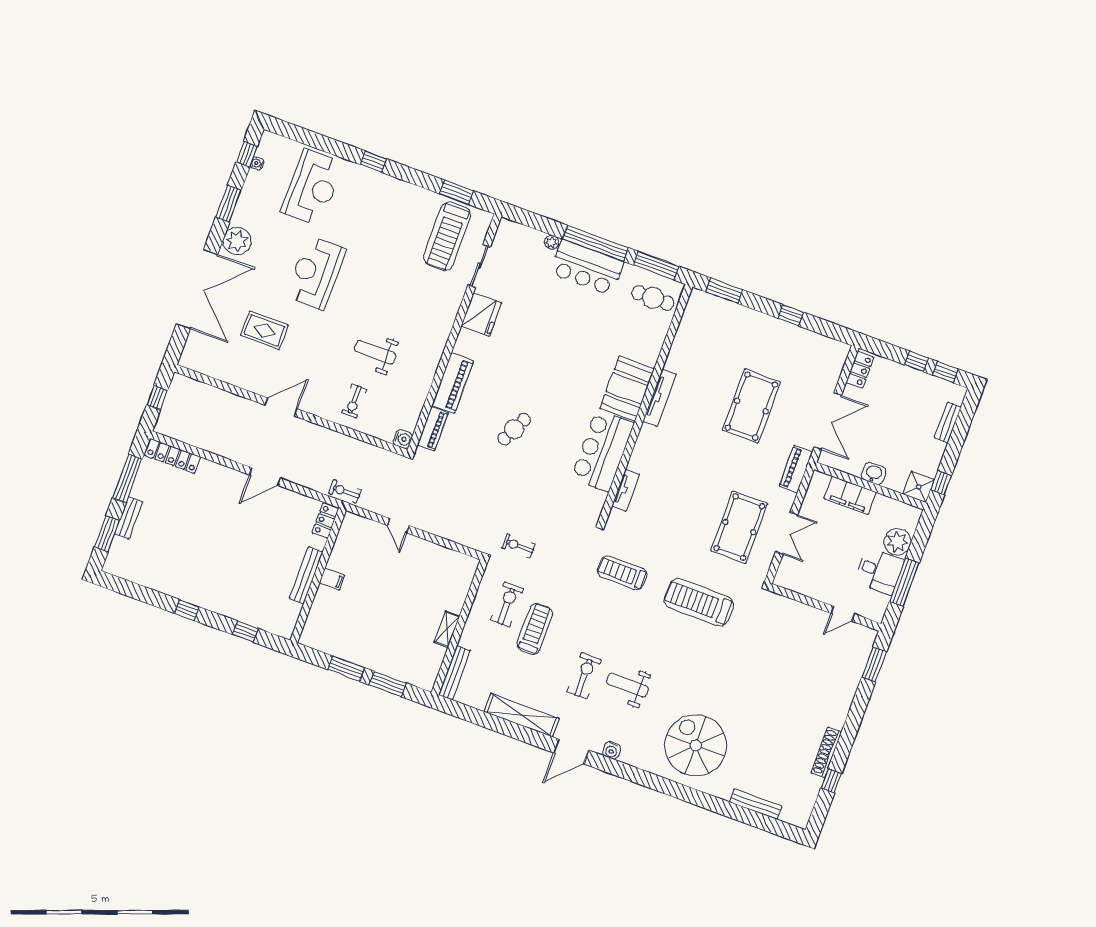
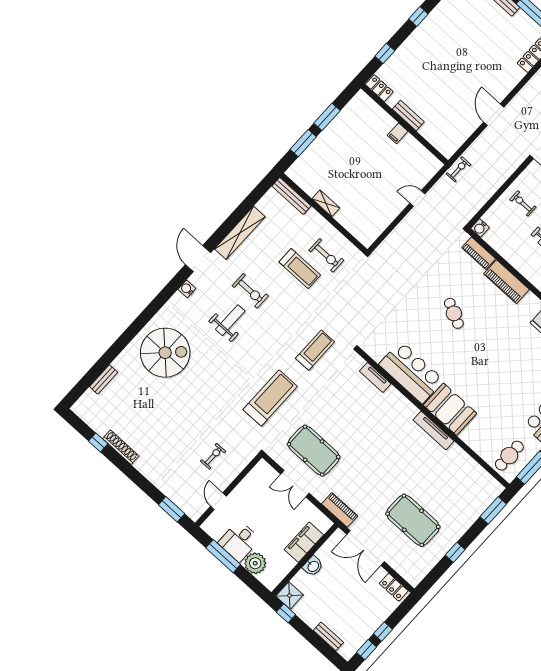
pool table: (751, 406) -> (413, 520), moved
locker: (325, 521) -> (379, 88), moved
exercise bike: (518, 546) -> (213, 456), moved
bench: (306, 575) -> (408, 116), width x0.73
bench: (756, 804) -> (104, 379), width x0.73

